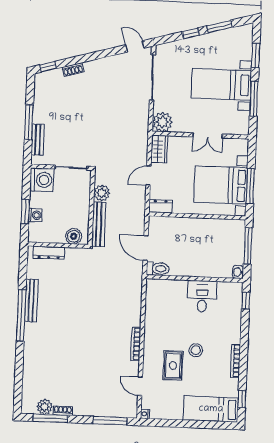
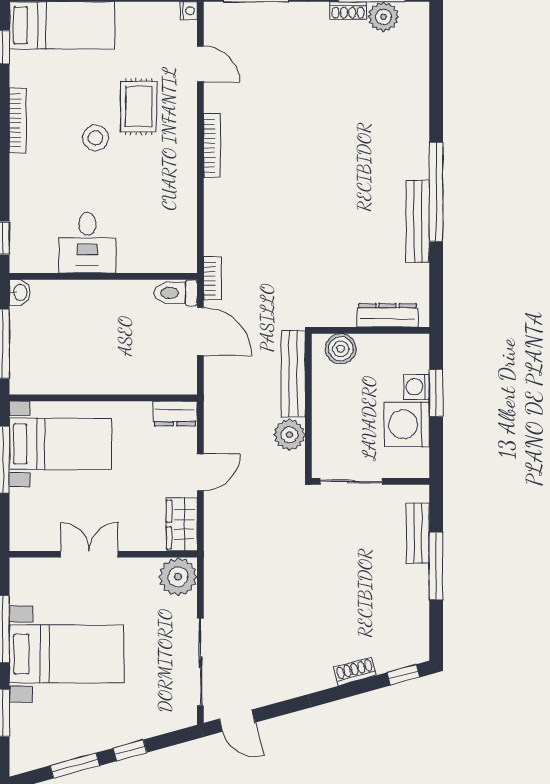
washing machine: (42, 180) -> (407, 424), moved
bed with nightstands: (221, 185) -> (60, 444), width x0.73
bookcase: (138, 275) -> (212, 278), added

